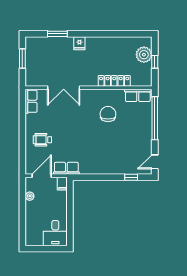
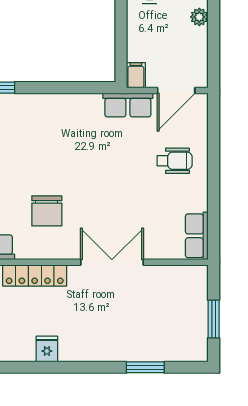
fridge: (79, 43) -> (47, 349), moved
double door: (64, 88) -> (112, 262), moved
plant: (30, 196) -> (199, 17), moved

